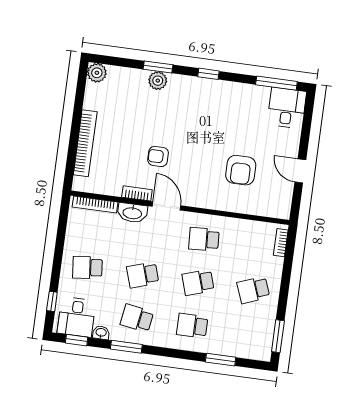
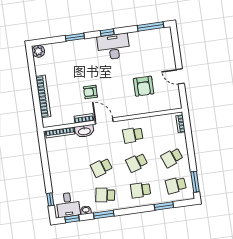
plant: (158, 81) -> (77, 45), removed
desk: (287, 108) -> (113, 47), moved, width x1.37
school desk: (87, 268) -> (176, 185), moved

